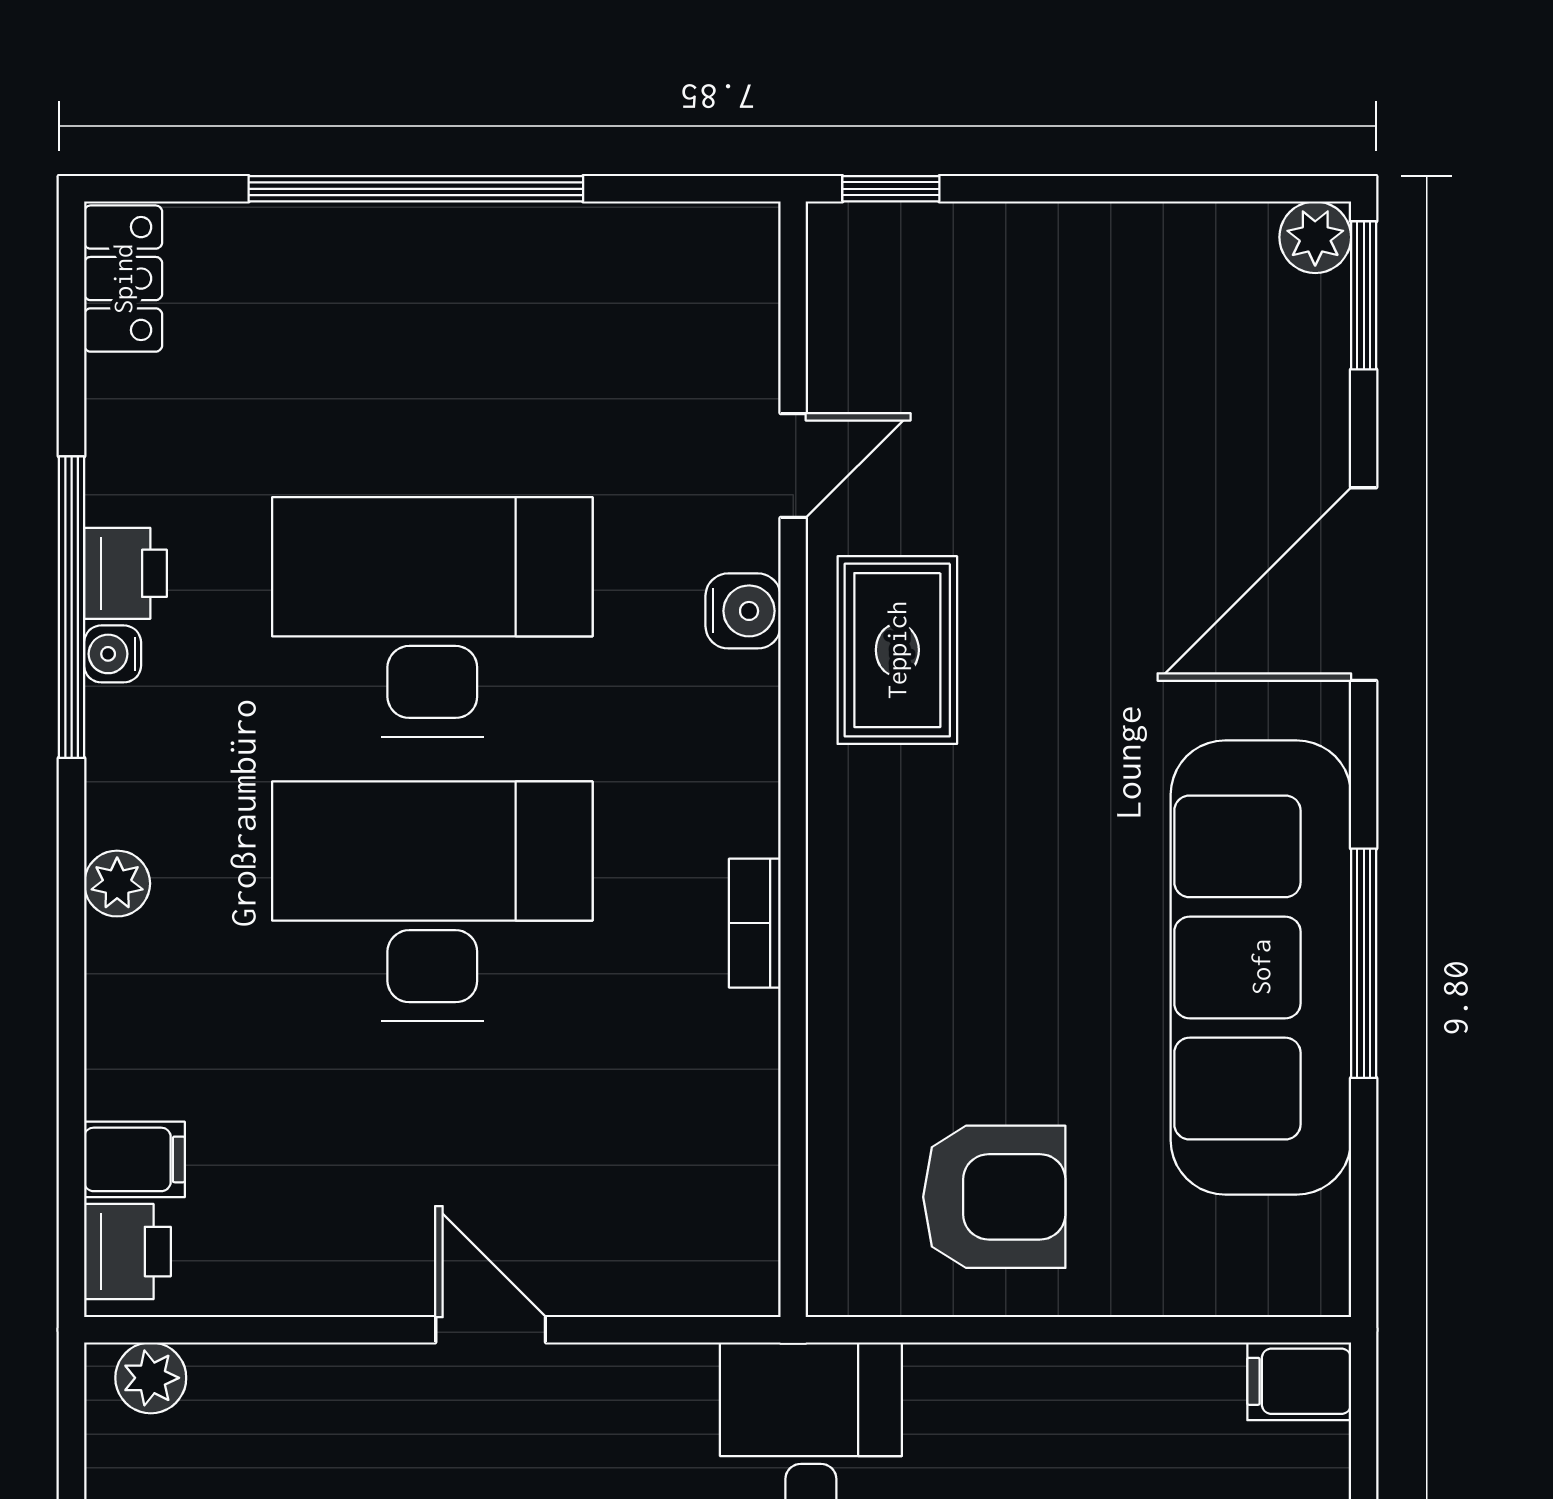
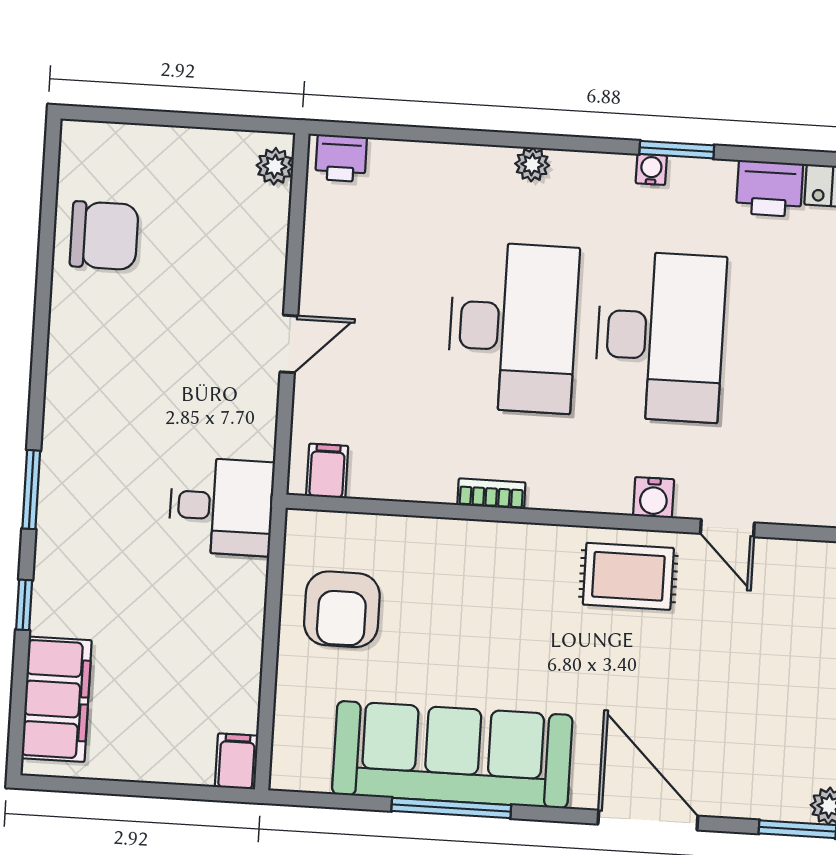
printer: (126, 573) -> (770, 189), moved, width x1.36, depth x1.24
window: (72, 607) -> (677, 150), width x0.47
filing cabinet: (134, 1159) -> (327, 471), moved, turned 180

